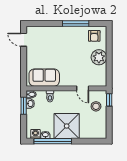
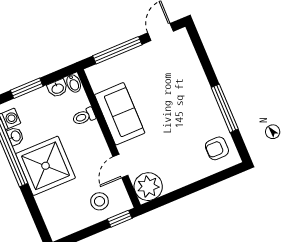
plant: (99, 57) -> (148, 187), moved
window: (24, 65) -> (117, 50), added
sofa: (44, 78) -> (120, 114), moved
window: (24, 106) -> (27, 88), moved

